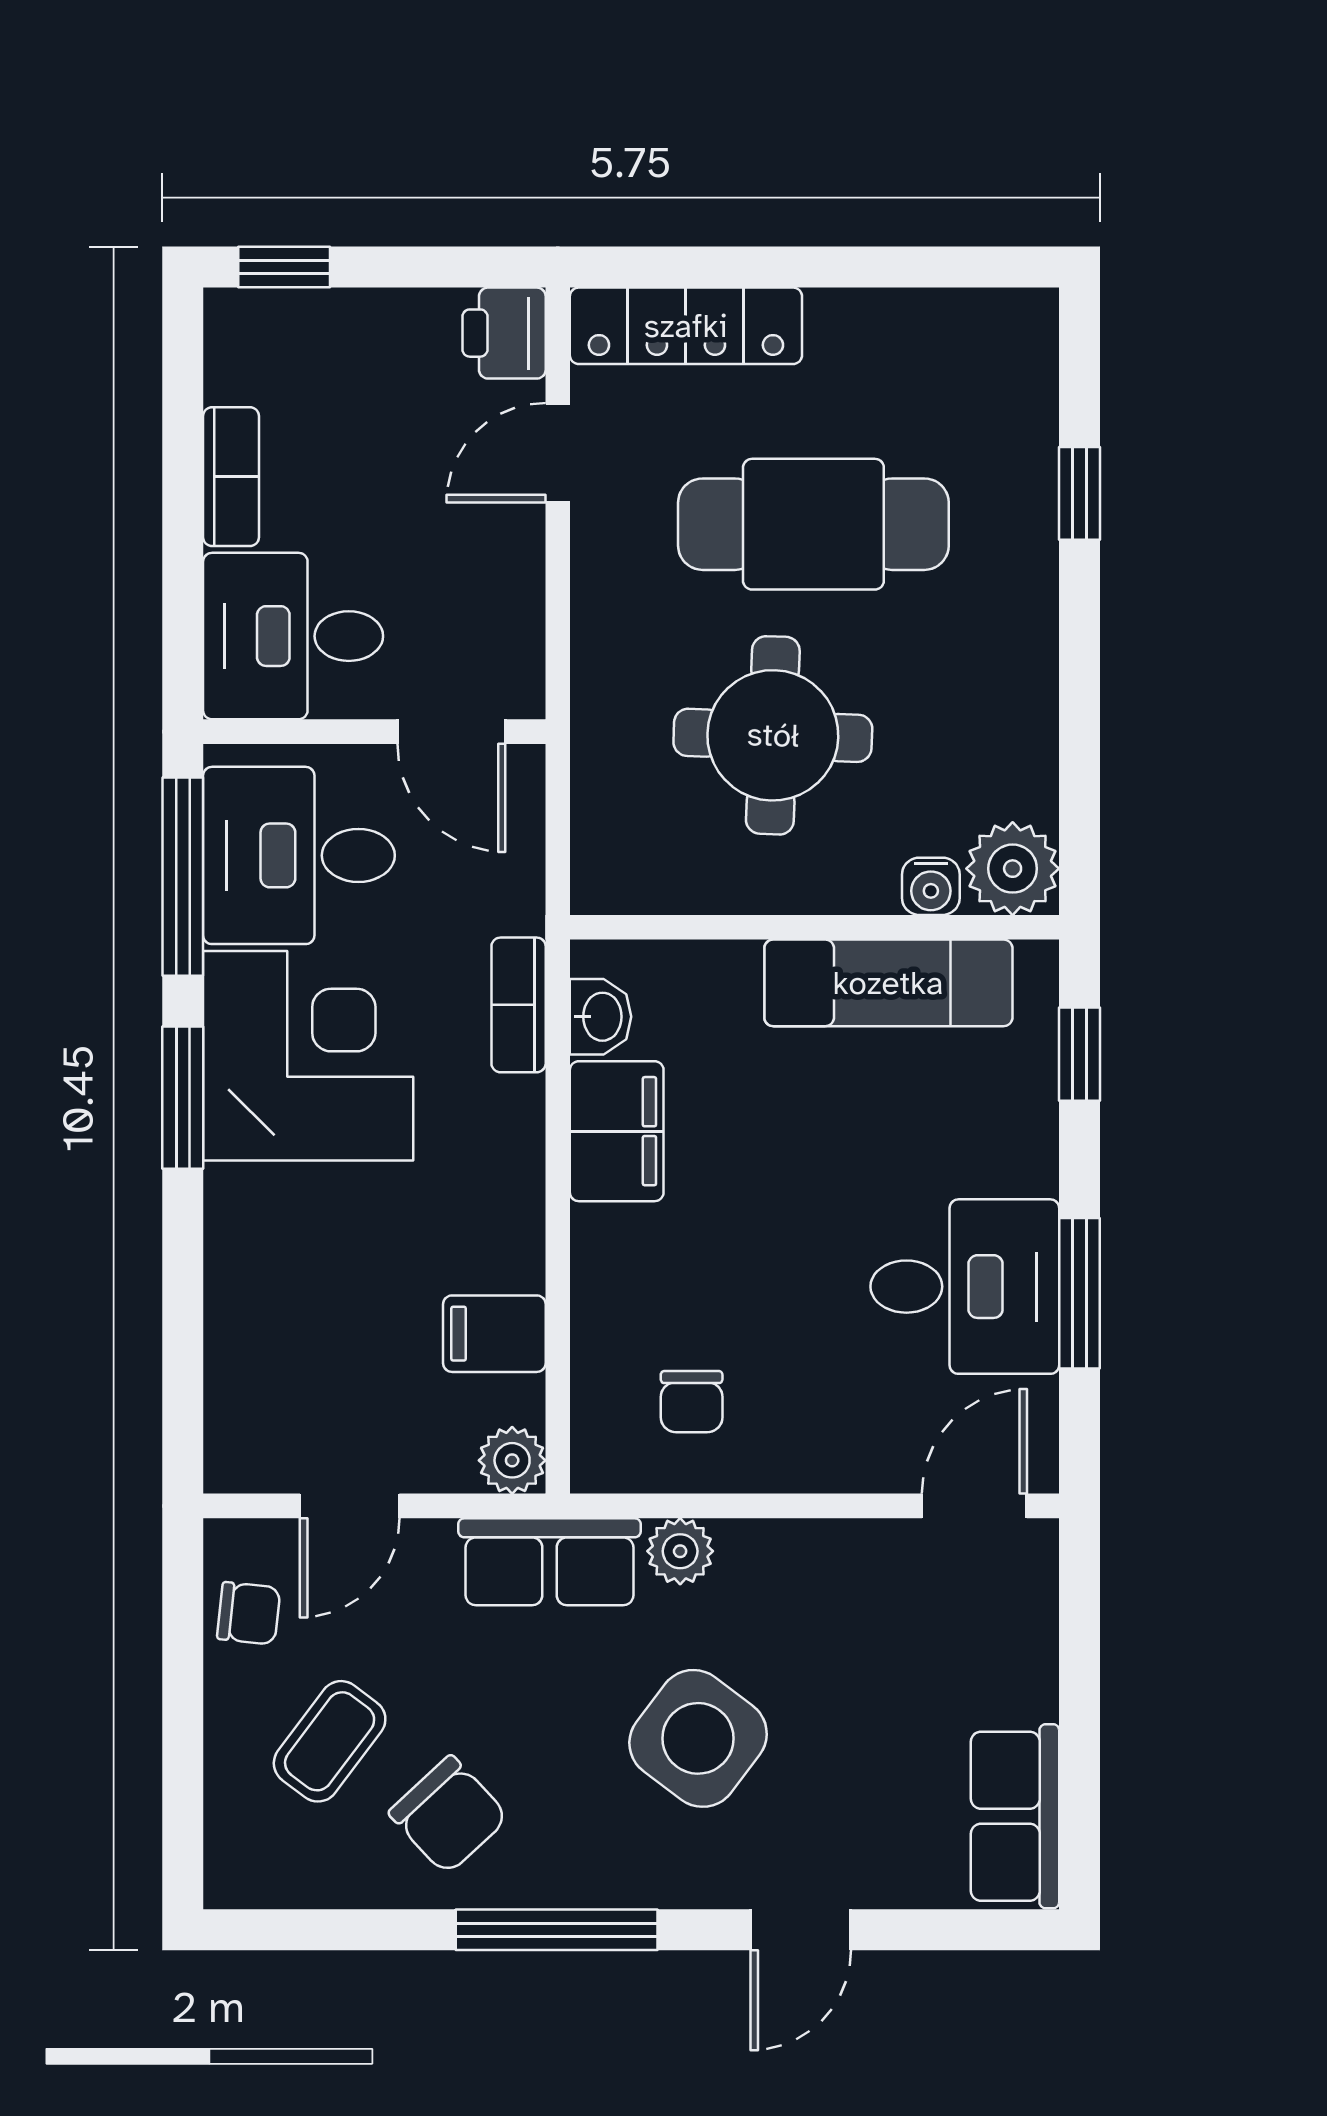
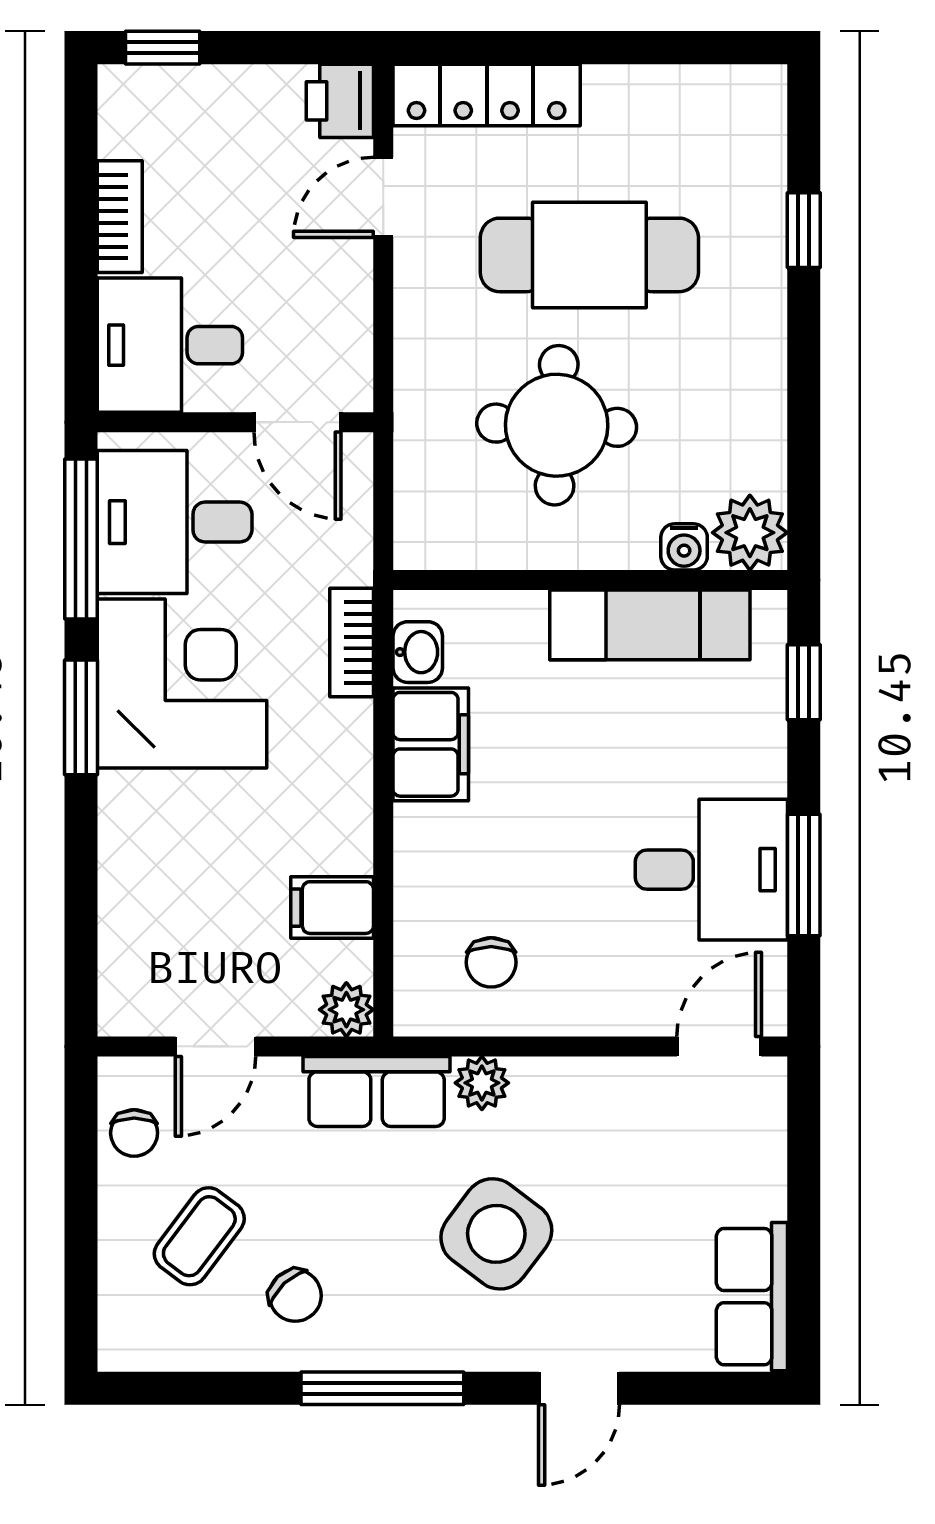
chair: (249, 1613) -> (134, 1133), turned 84
chair: (449, 1815) -> (295, 1296), width x0.73, depth x0.73

